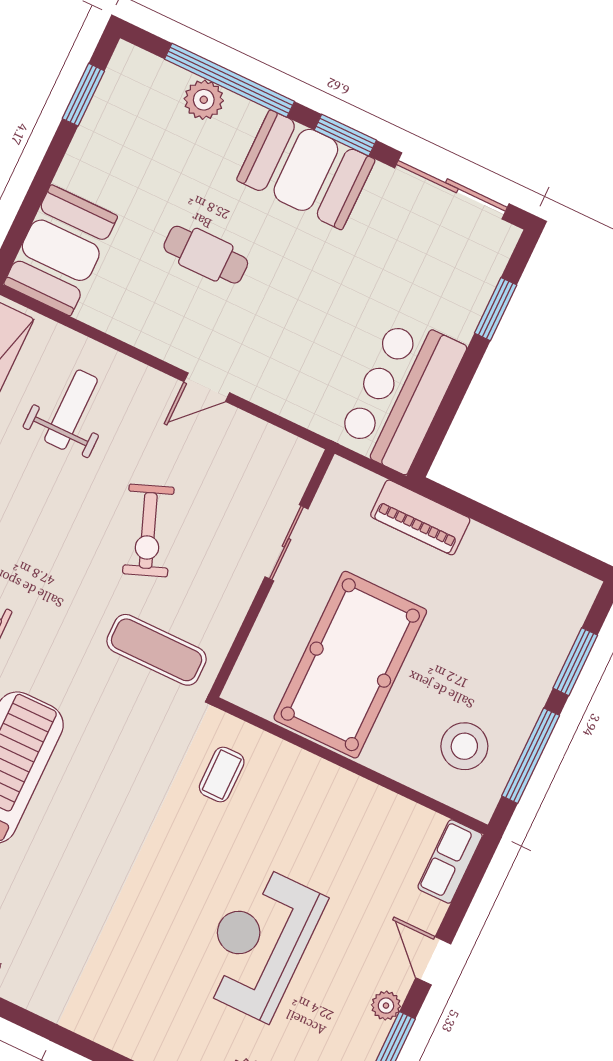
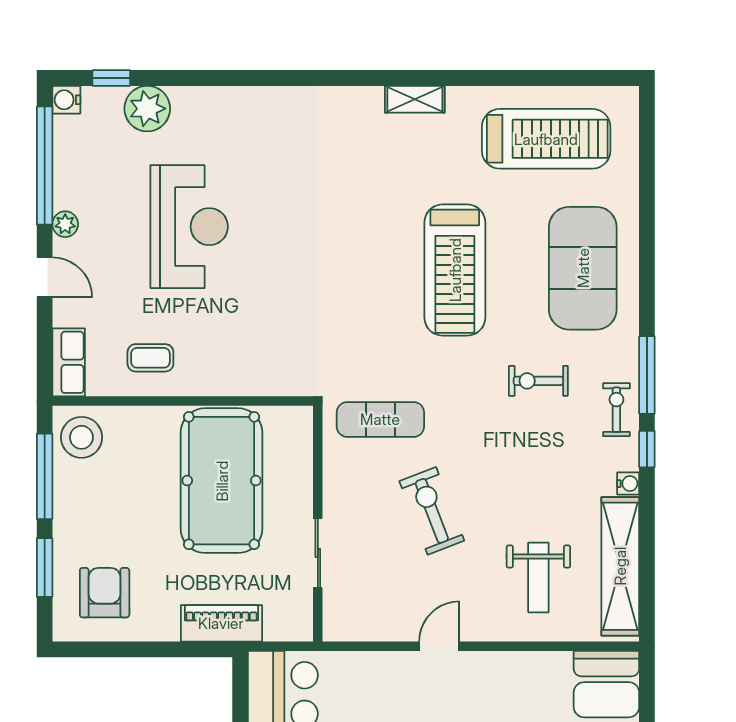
armchair: (526, 606) -> (105, 593), added
stool: (464, 746) -> (81, 437), moved
coffee table: (222, 775) -> (150, 358), moved, turned 90

